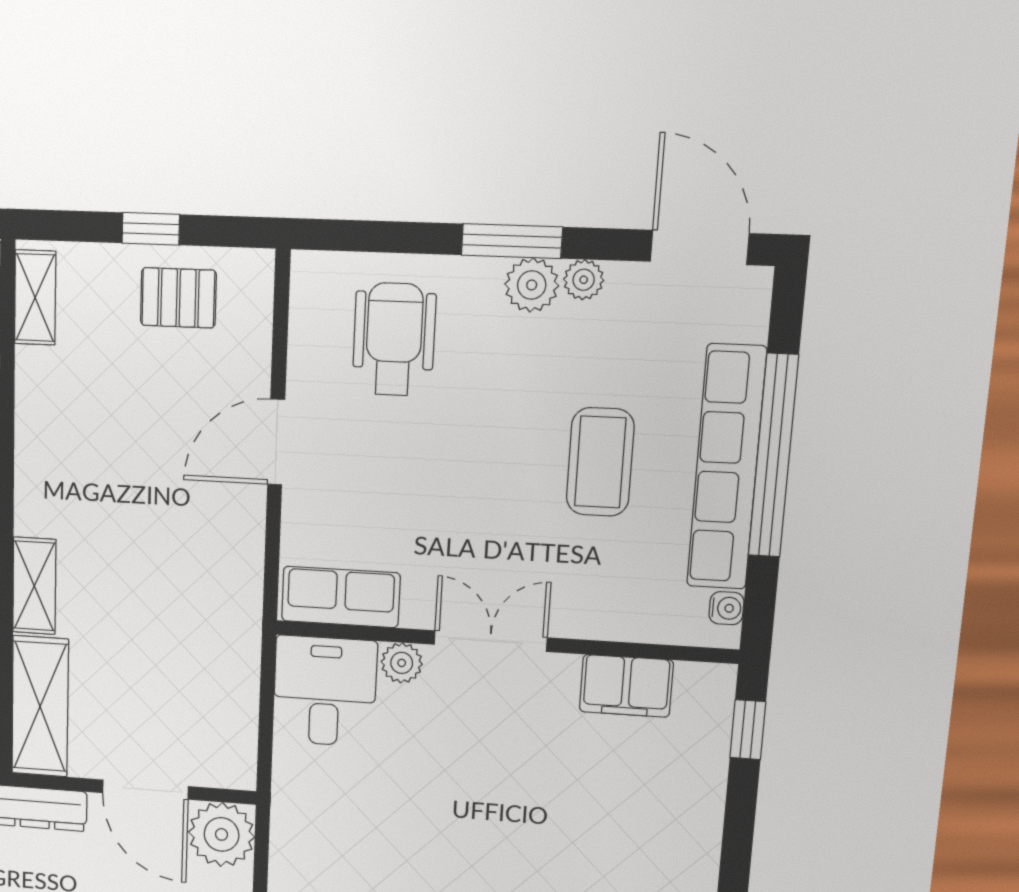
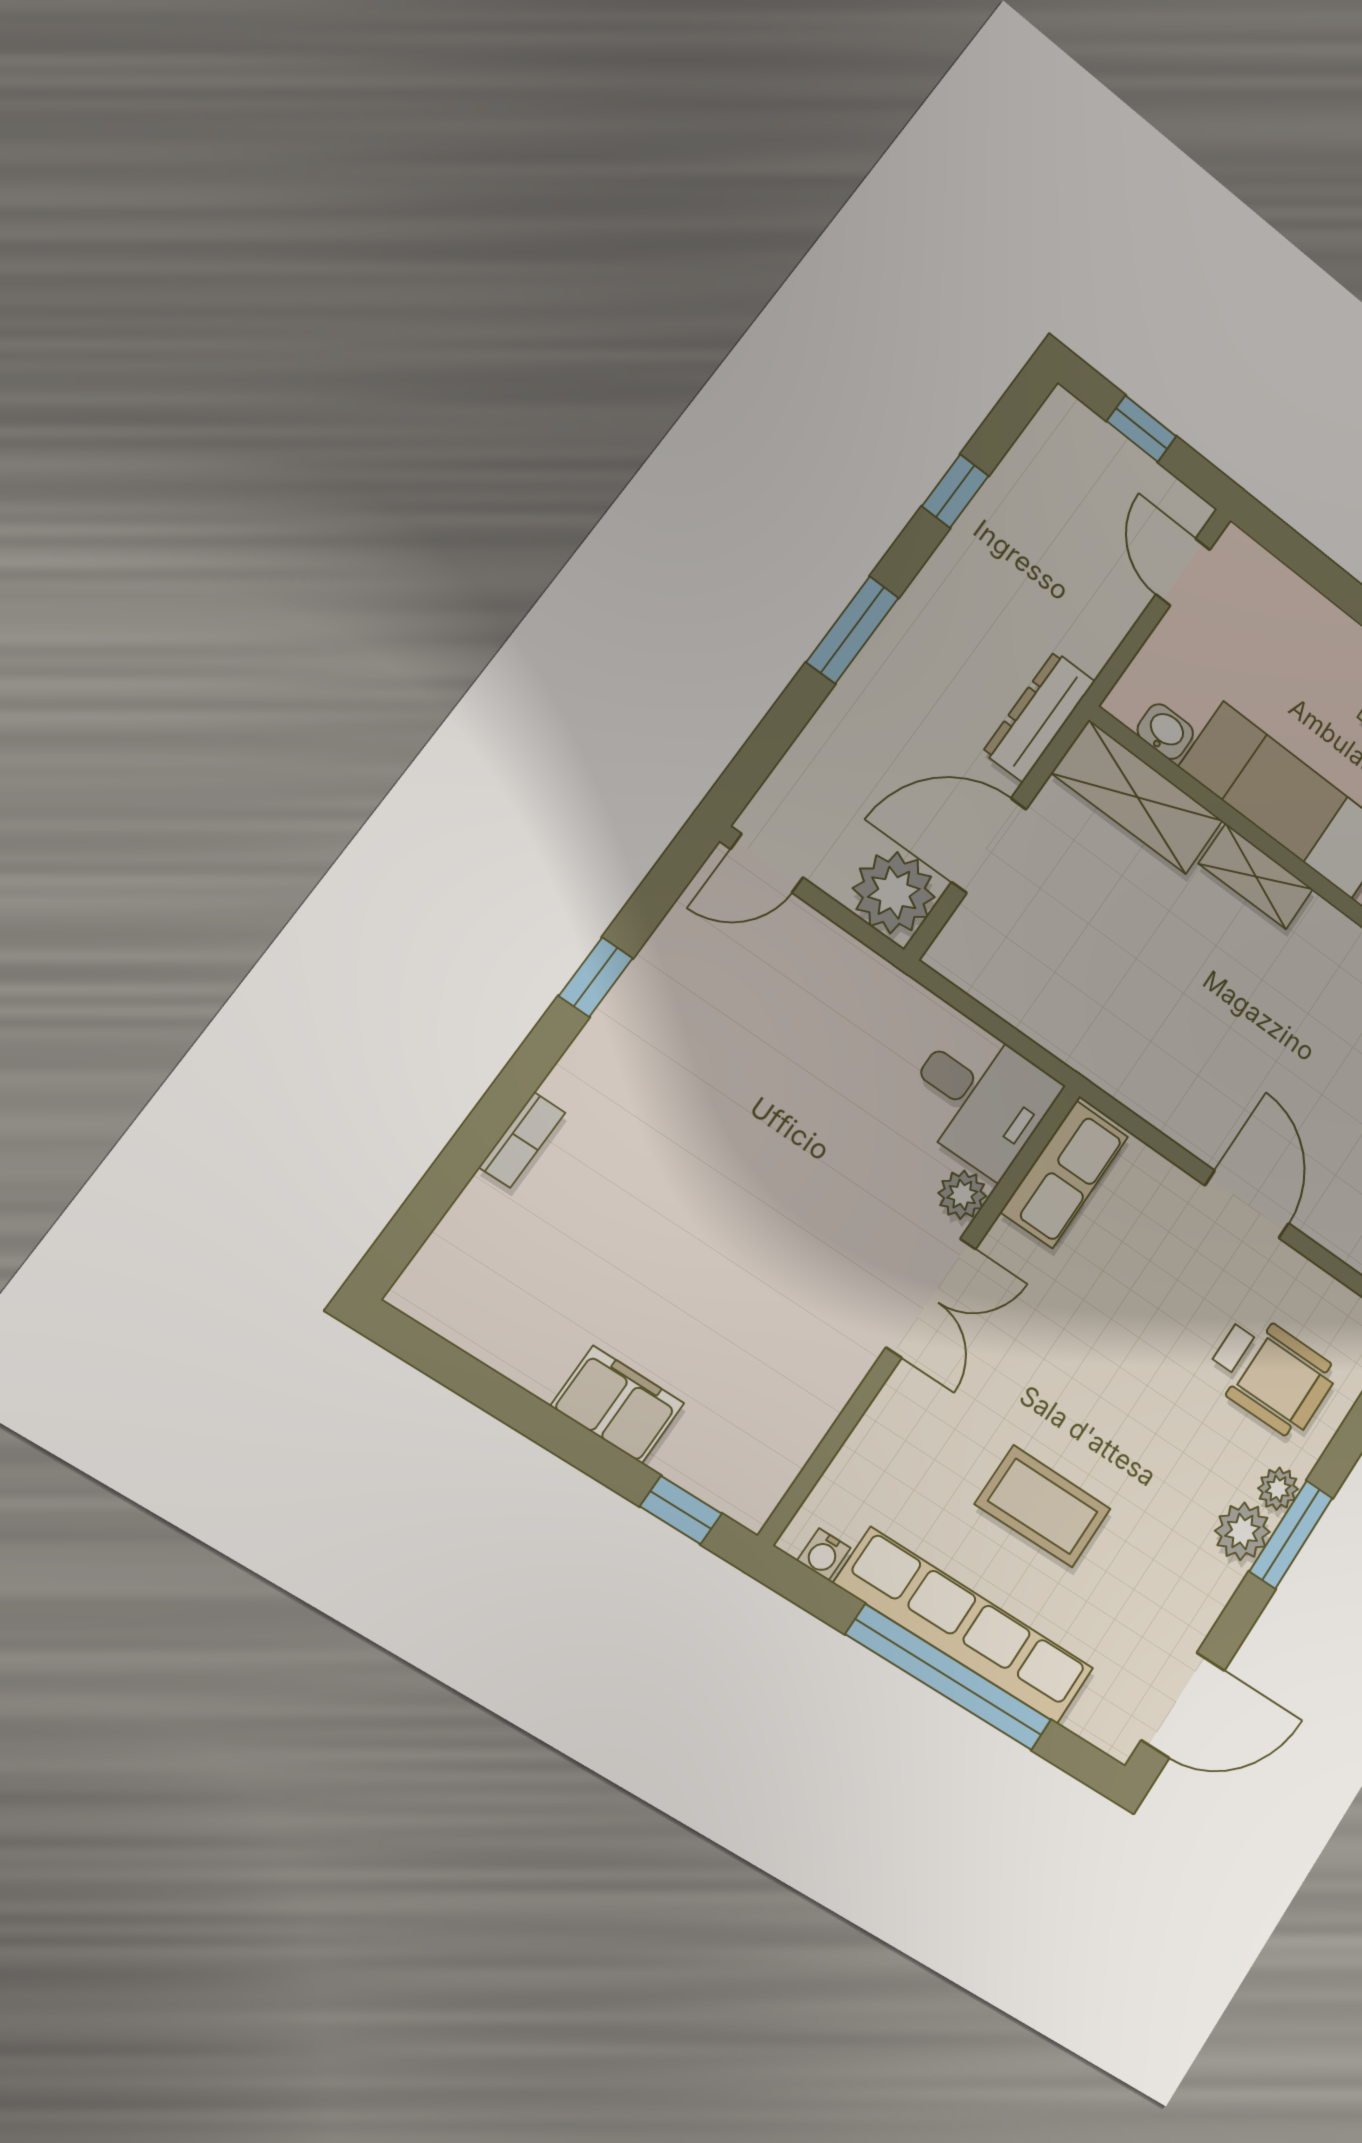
plant: (584, 280) -> (1278, 1489), moved
filing cabinet: (626, 686) -> (618, 1405), moved, turned 90

